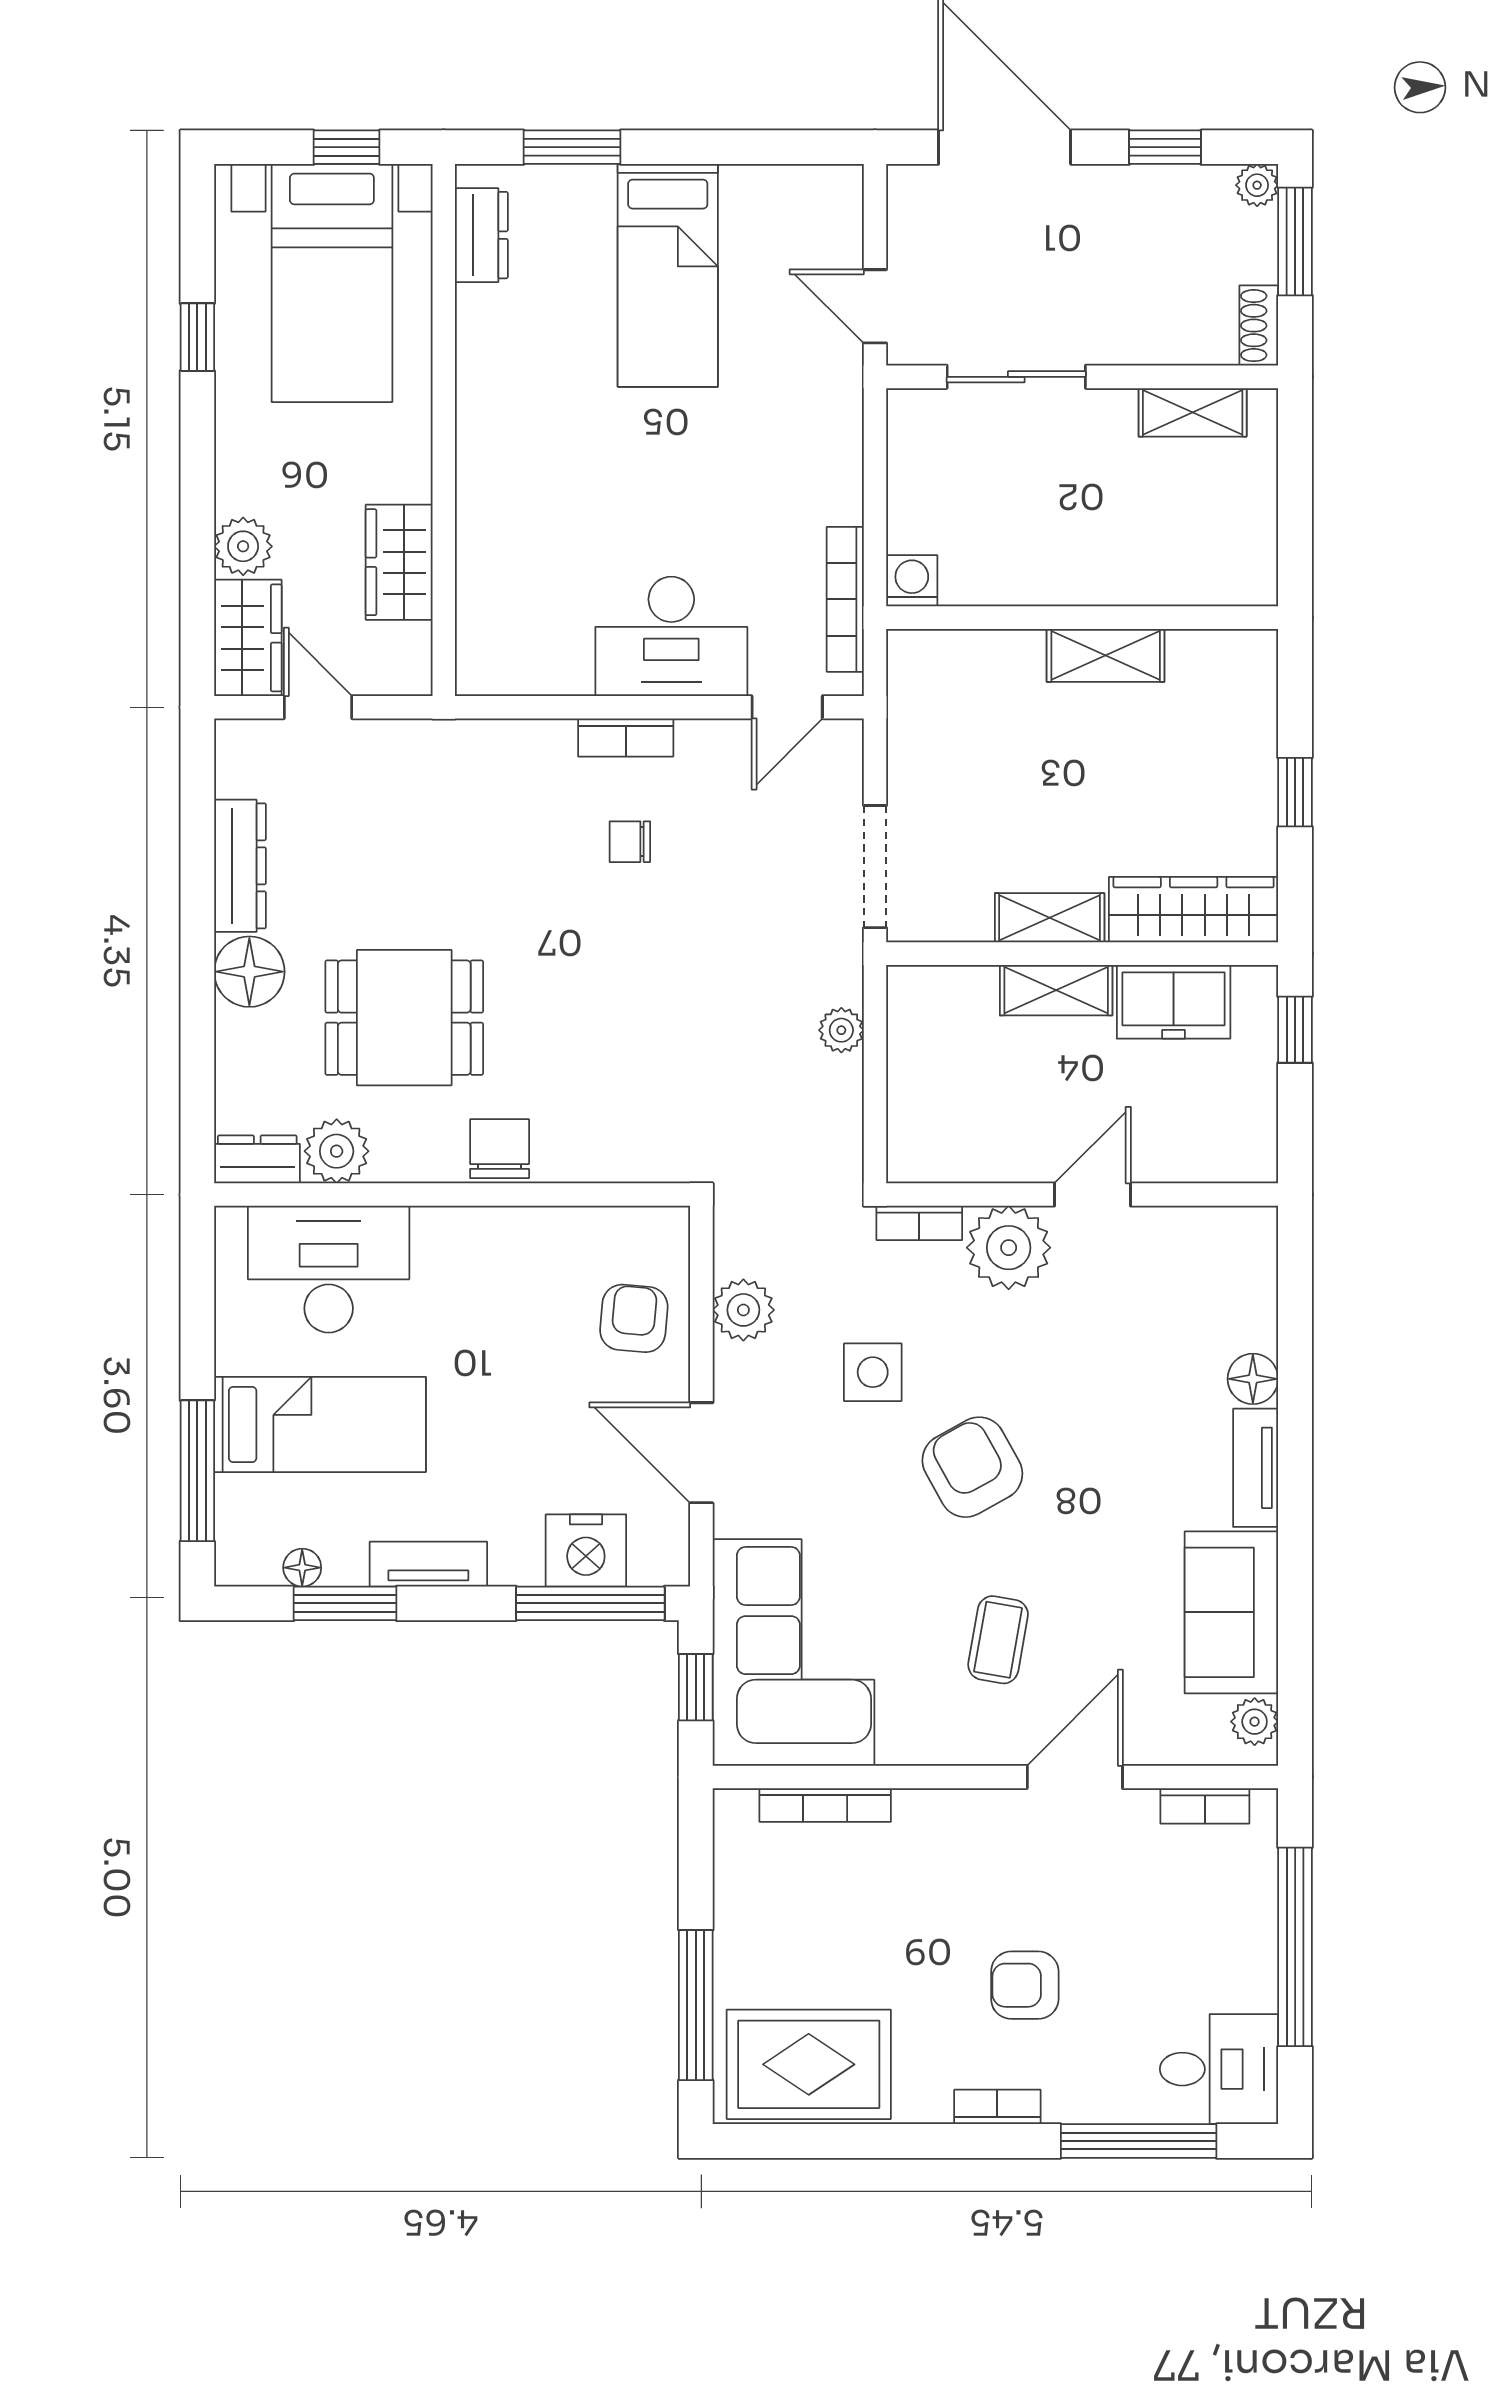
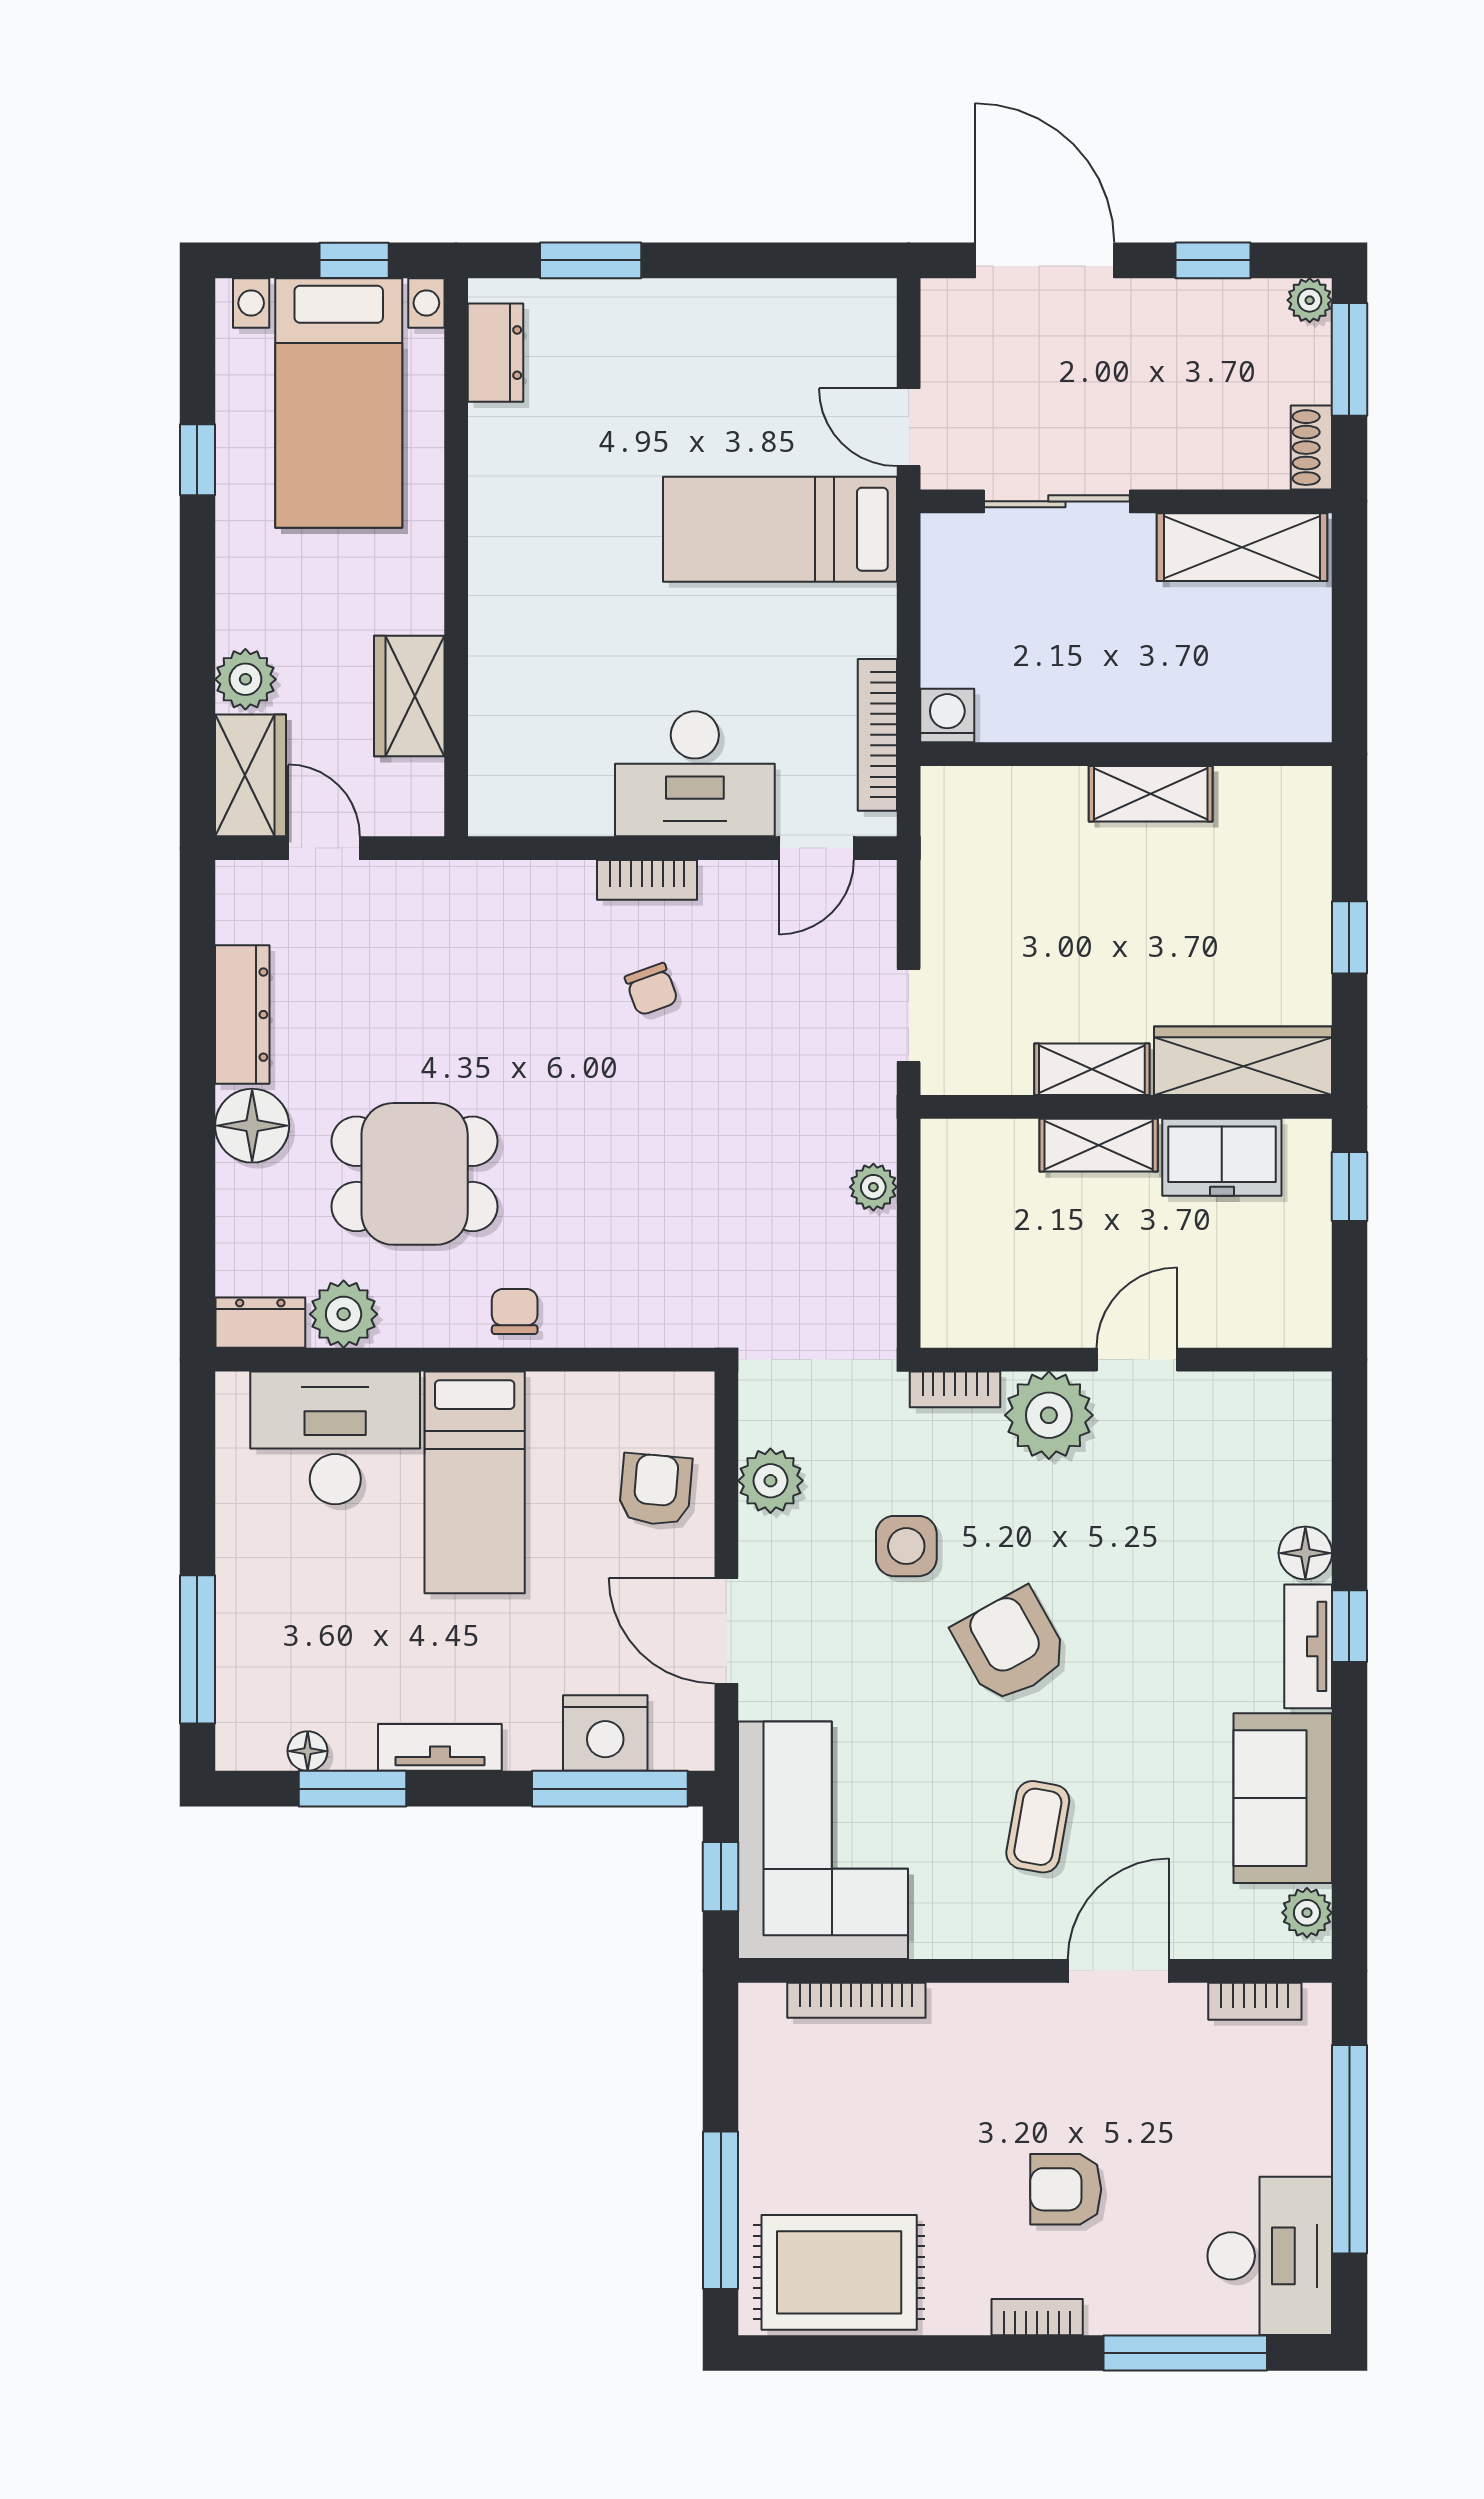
bed: (668, 275) -> (780, 529), moved, turned 90
shelving: (1193, 412) -> (1242, 547), width x1.50, depth x1.33
chair: (630, 842) -> (651, 989), turned -110
doorway: (875, 867) -> (909, 1015), width x0.73
chair: (500, 1149) -> (515, 1311), width x0.73, depth x0.73
bed: (320, 1424) -> (475, 1482), moved, turned 90
window: (1295, 1449) -> (1349, 1626), added
desk: (1219, 2069) -> (1270, 2256), width x1.37

